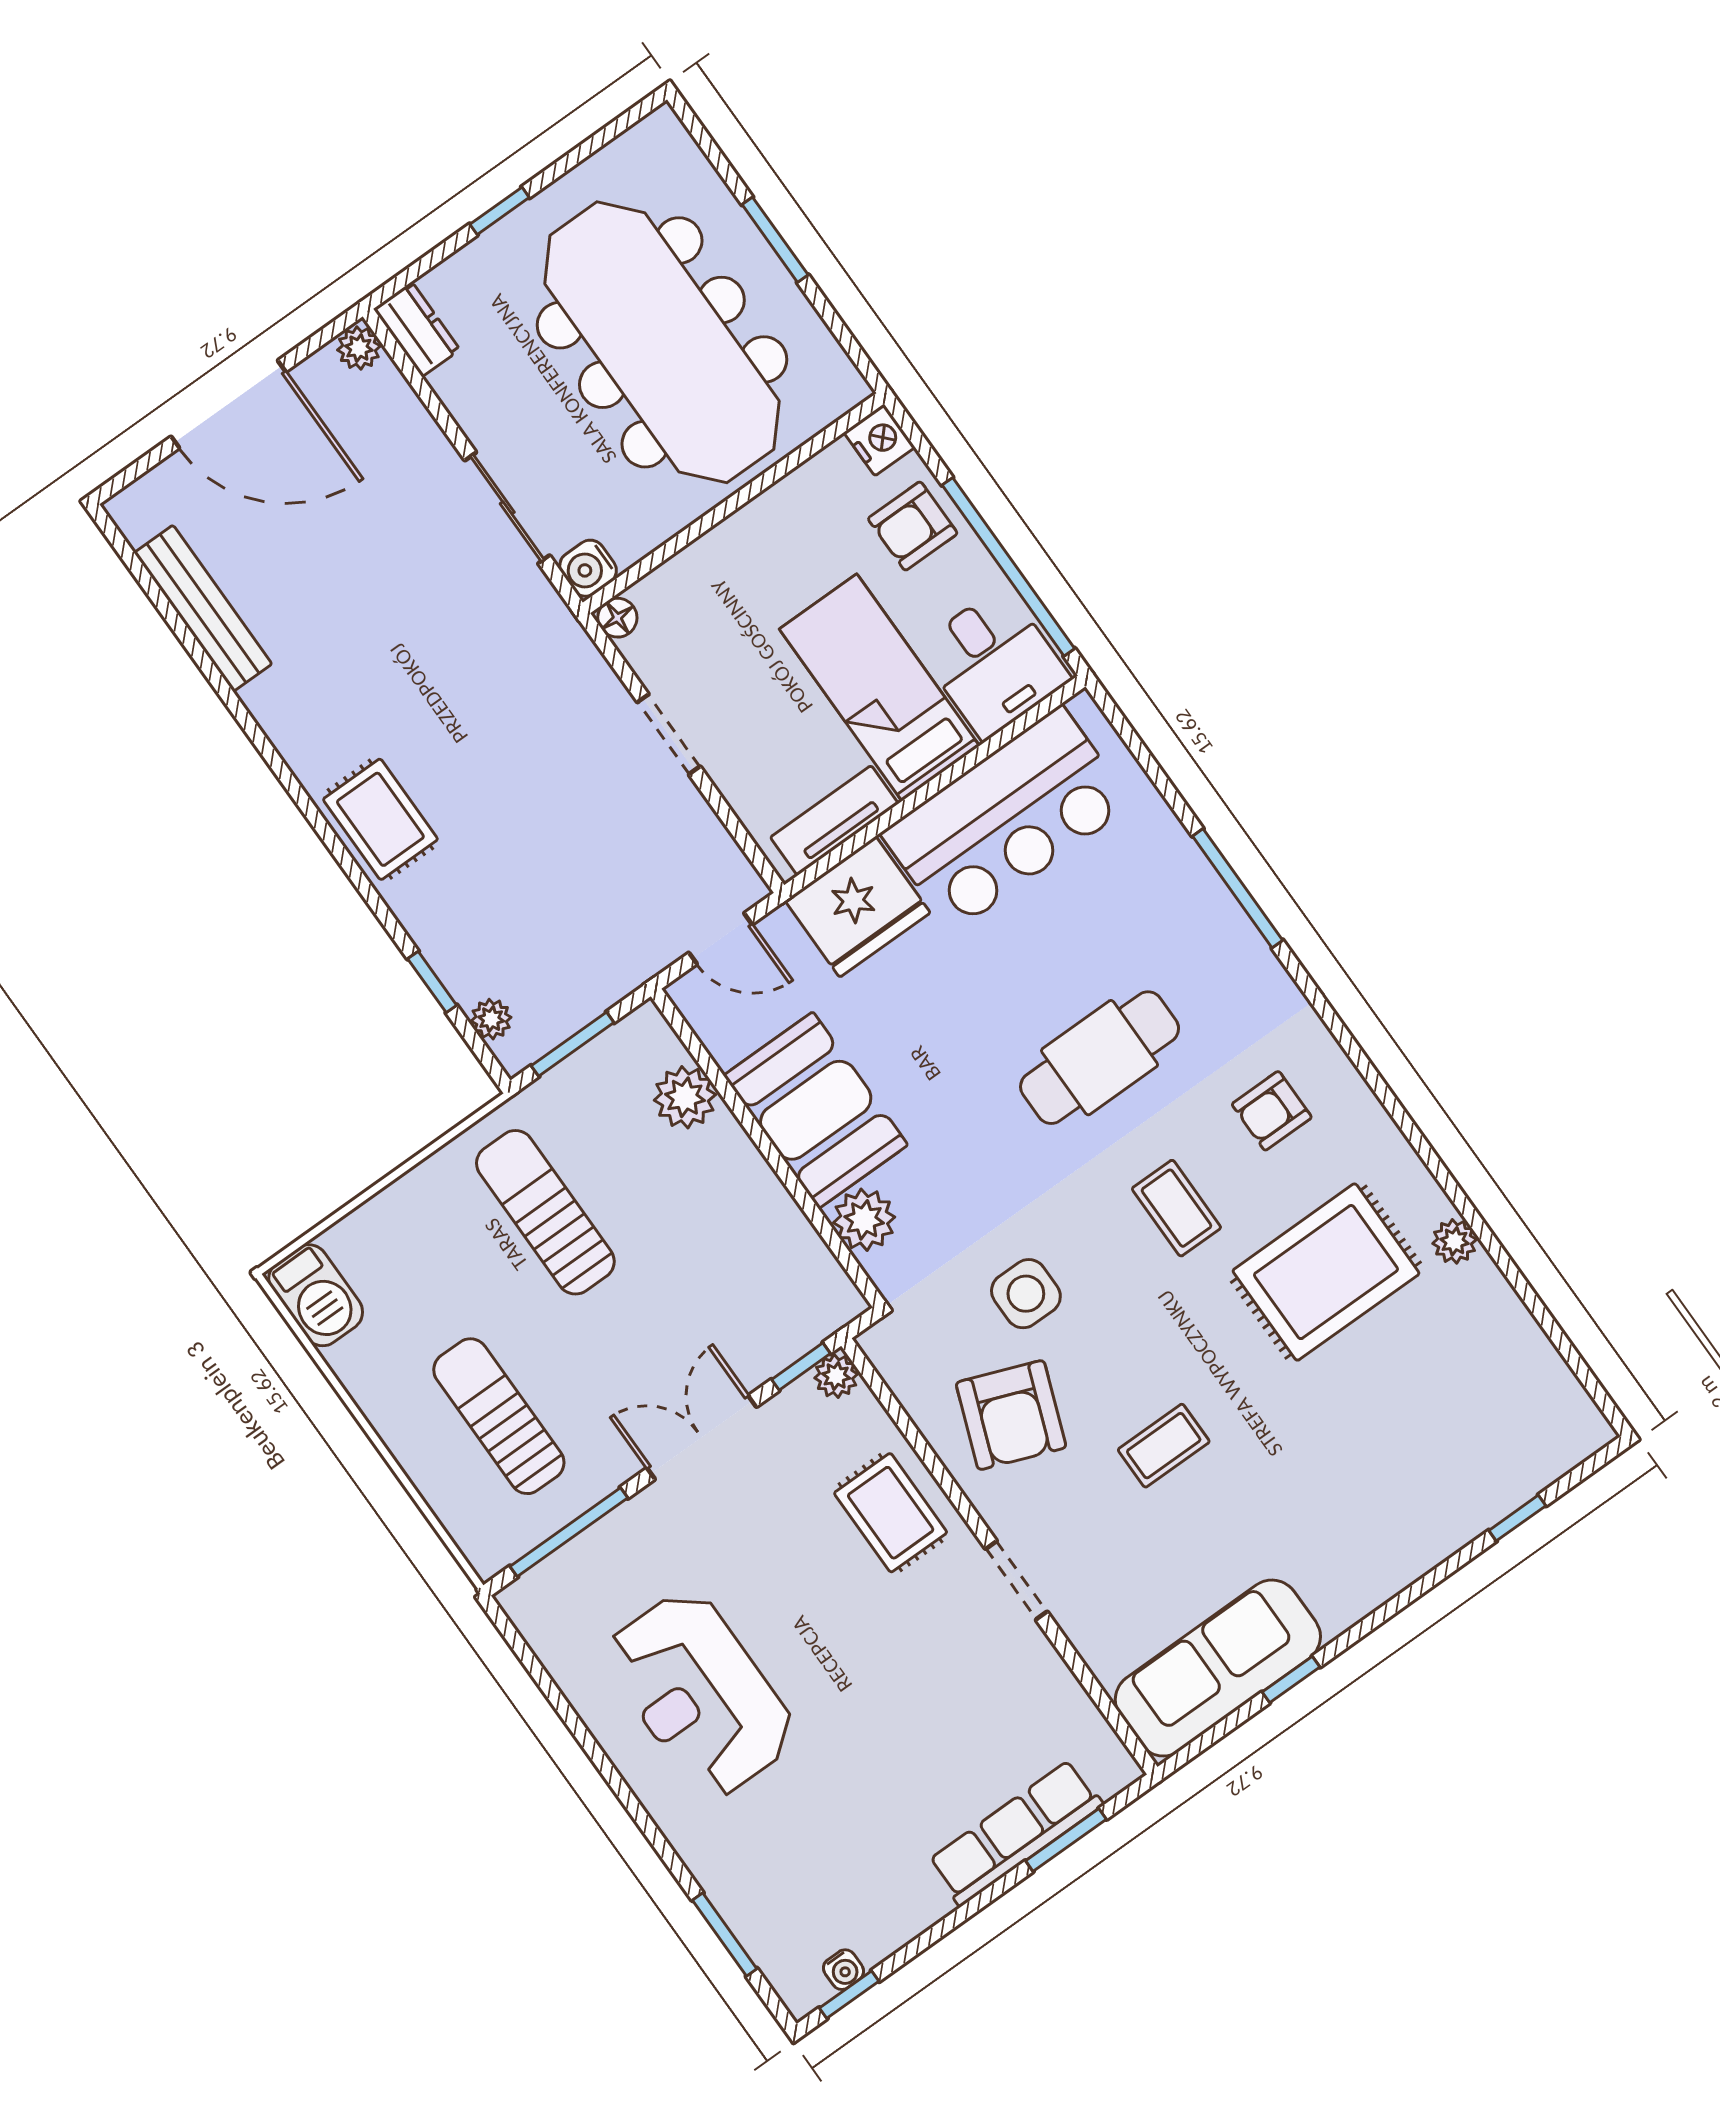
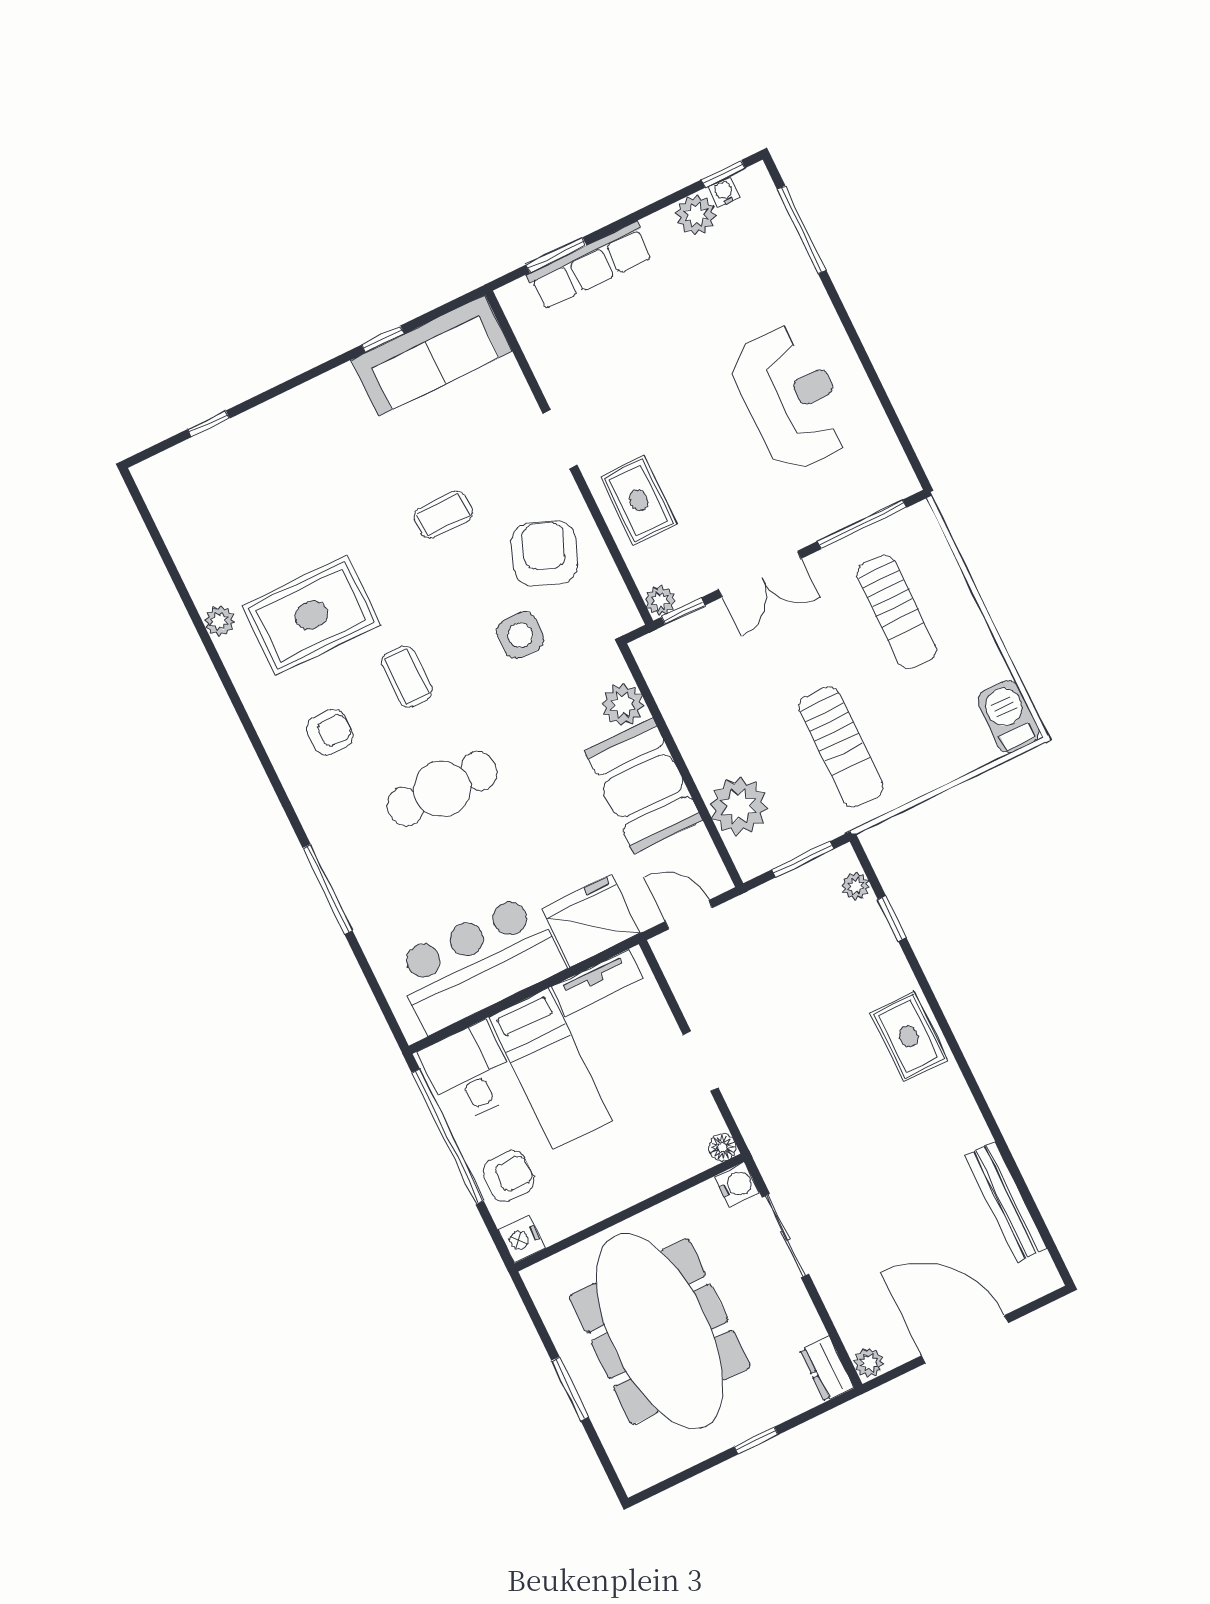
plant: (685, 1097) -> (739, 806), width x1.36, depth x1.36
plant: (878, 1930) -> (696, 215), added
window: (725, 1934) -> (802, 230), width x1.44

